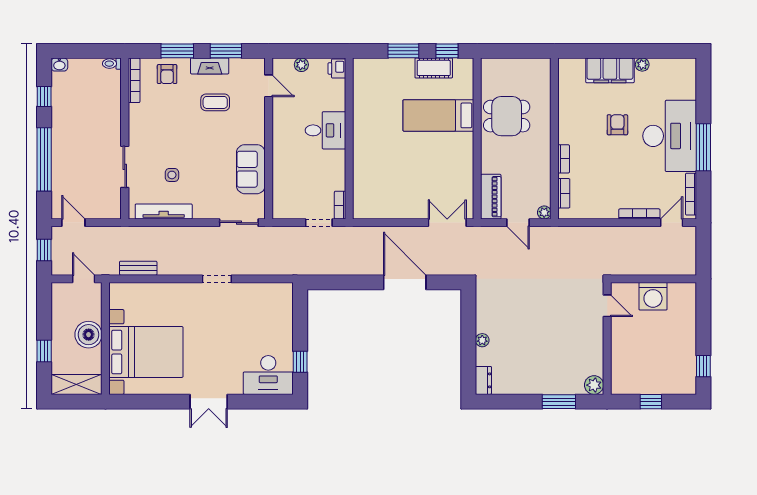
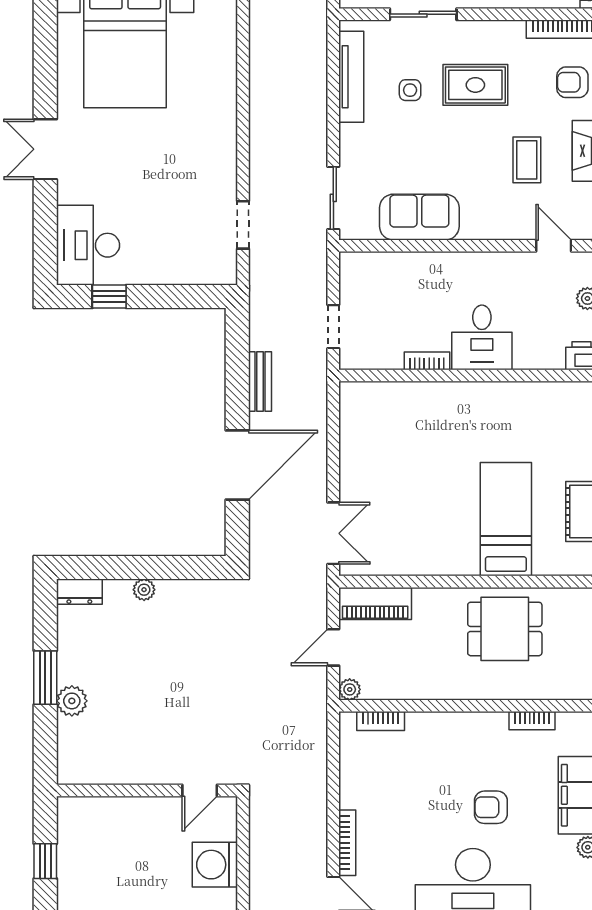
door: (269, 86) -> (554, 246), swing flipped
dining table: (507, 116) -> (505, 629), turned 90
armchair: (617, 125) -> (491, 807), turned 180
rug: (169, 134) -> (475, 85), added
bookcase: (564, 159) -> (532, 721), moved
bookcase: (340, 205) -> (427, 361), moved
bench: (138, 268) -> (260, 381), moved
doorway: (217, 279) -> (243, 225), moved
plant: (594, 385) -> (72, 701), moved
window: (559, 402) -> (45, 678), moved

